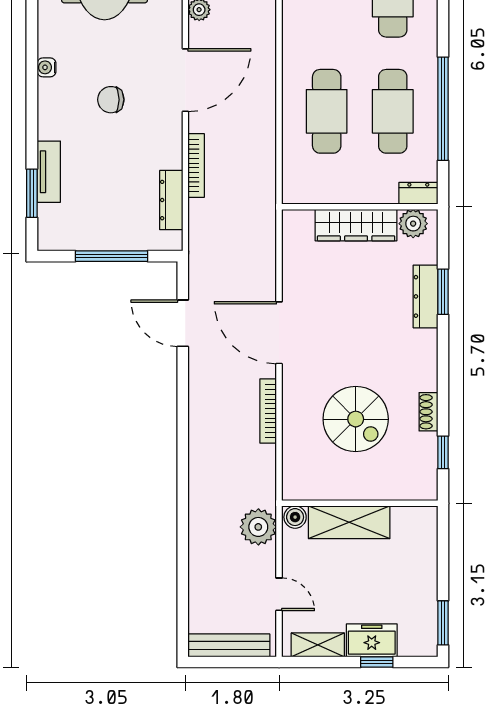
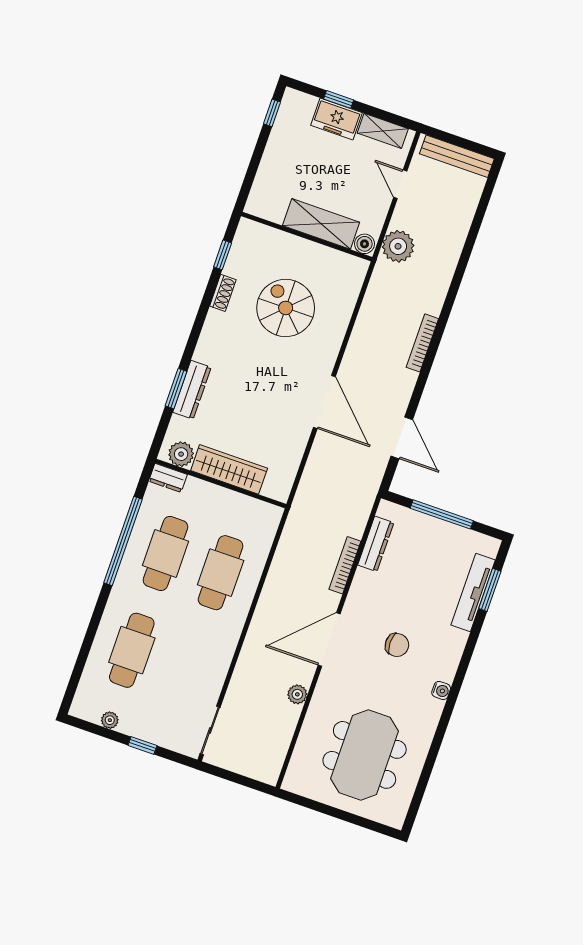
tv unit: (49, 172) -> (473, 592), width x1.41
bookcase: (268, 411) -> (422, 343), moved, turned 180
window: (443, 623) -> (272, 113), width x0.67

